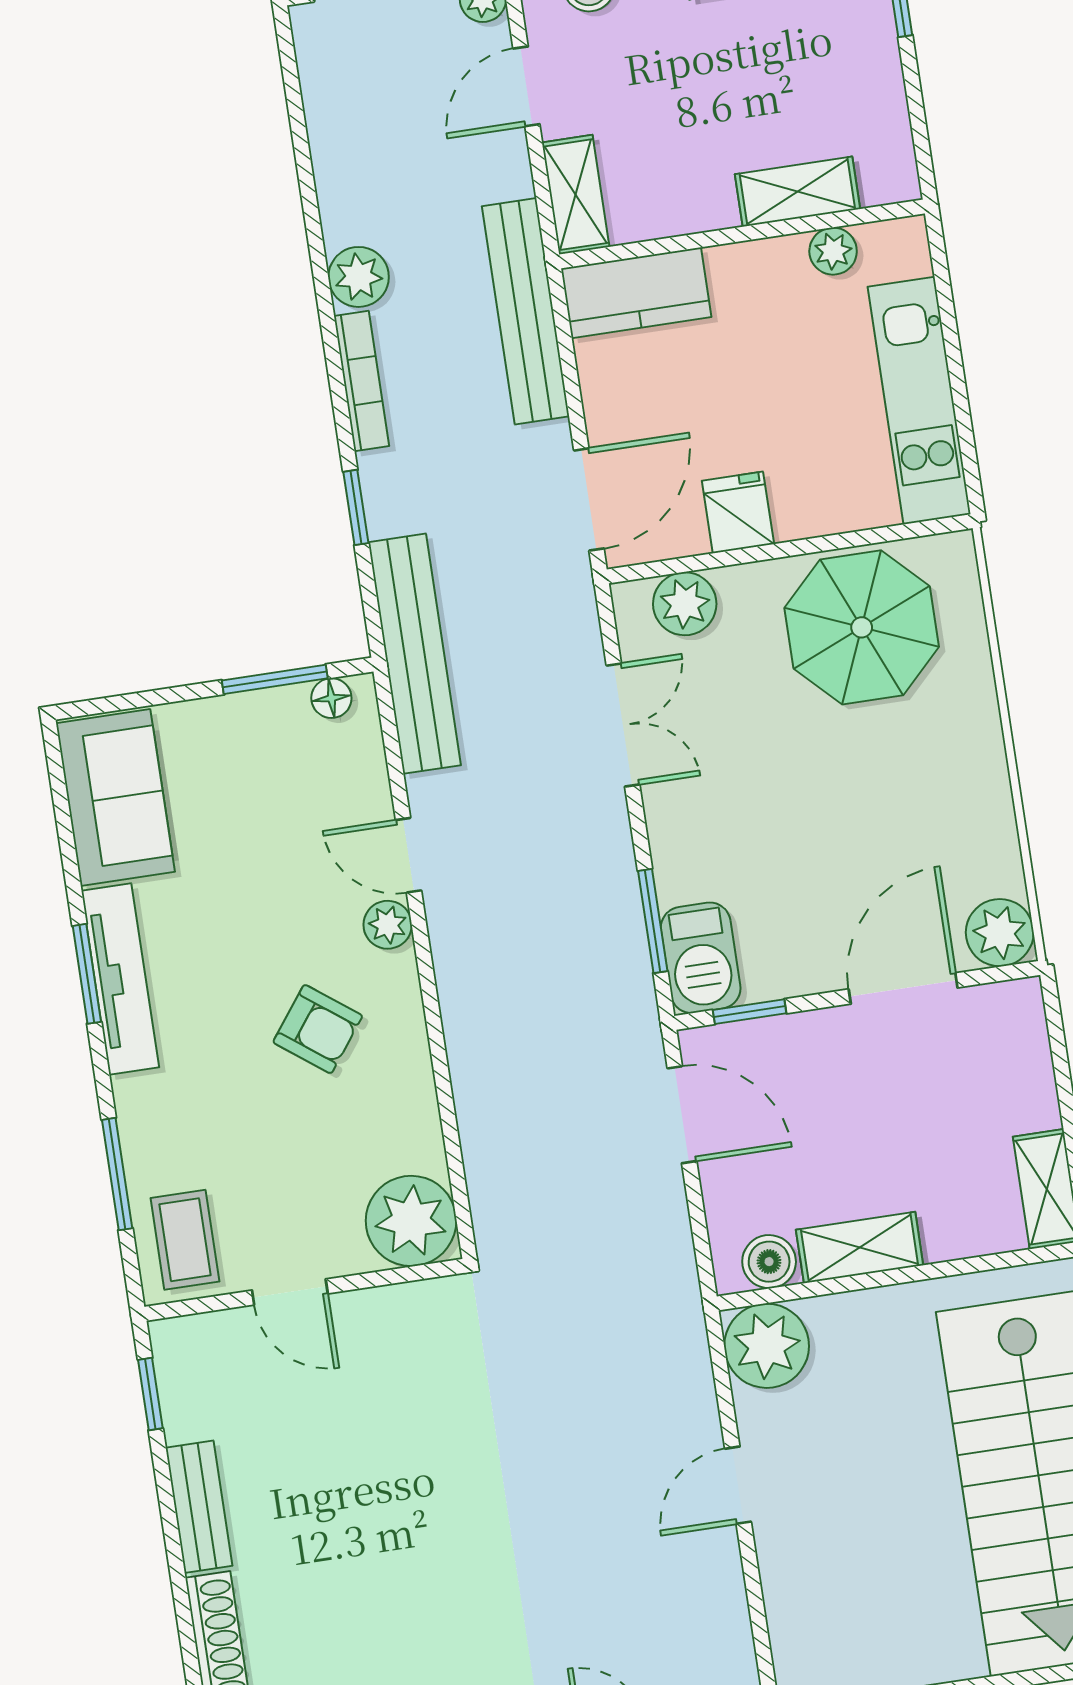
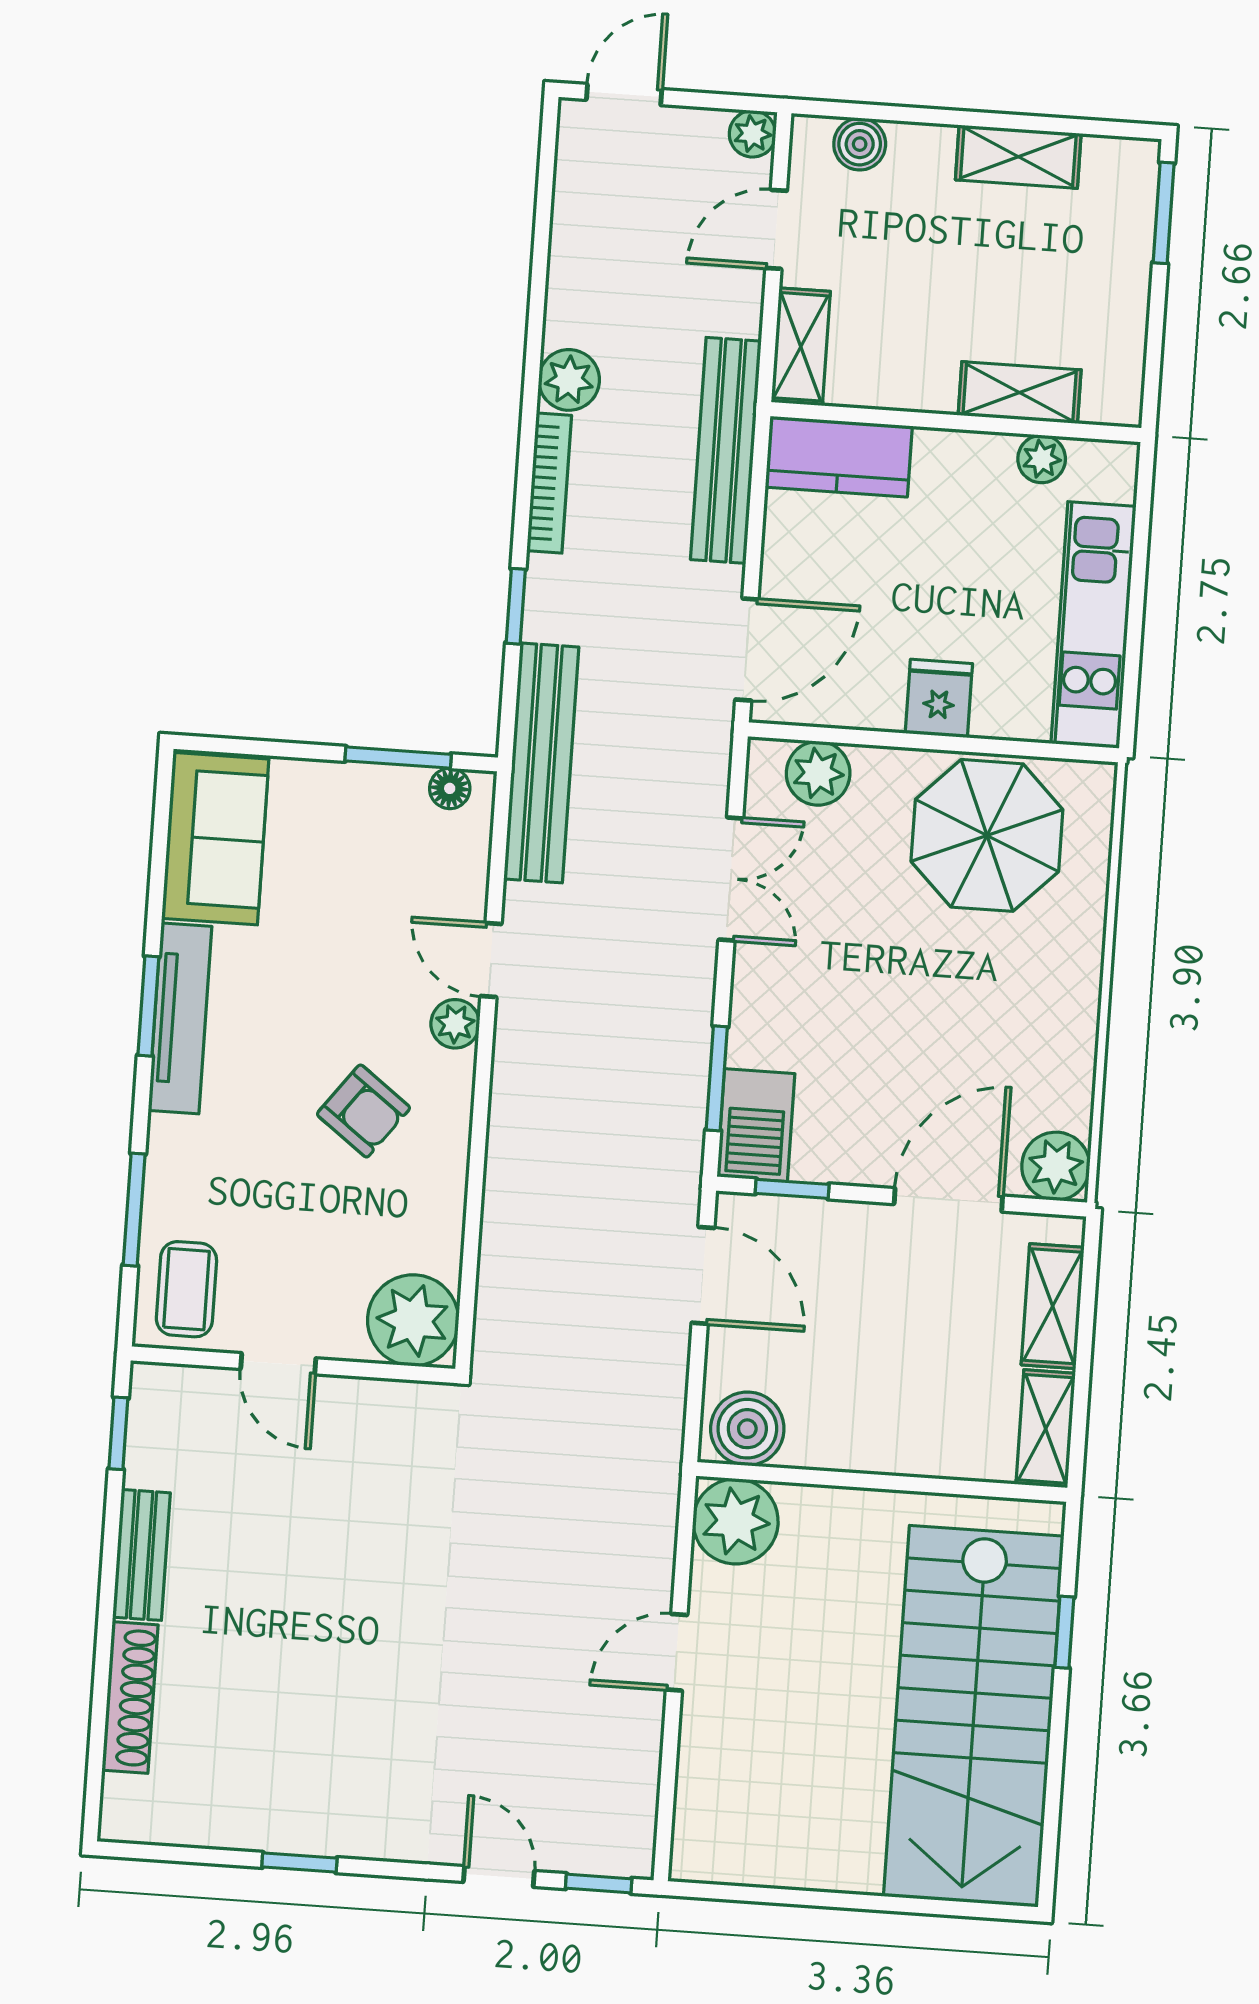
fridge: (738, 512) -> (939, 698), moved
shelving: (860, 1248) -> (1053, 1306), moved, turned 90
boiler: (769, 1262) -> (747, 1429), width x1.36, depth x1.36

